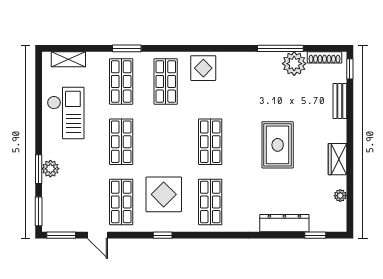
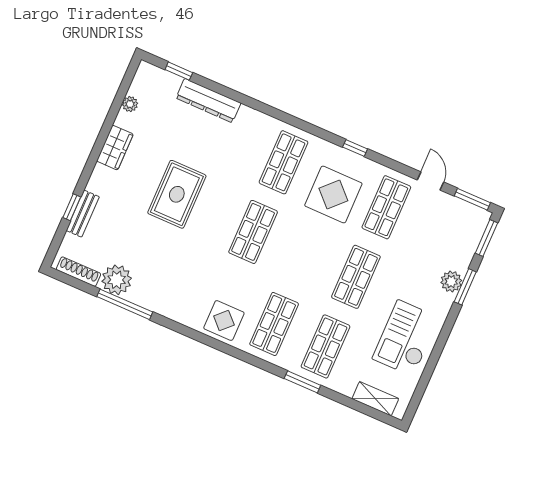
window: (350, 69) -> (72, 207), moved

